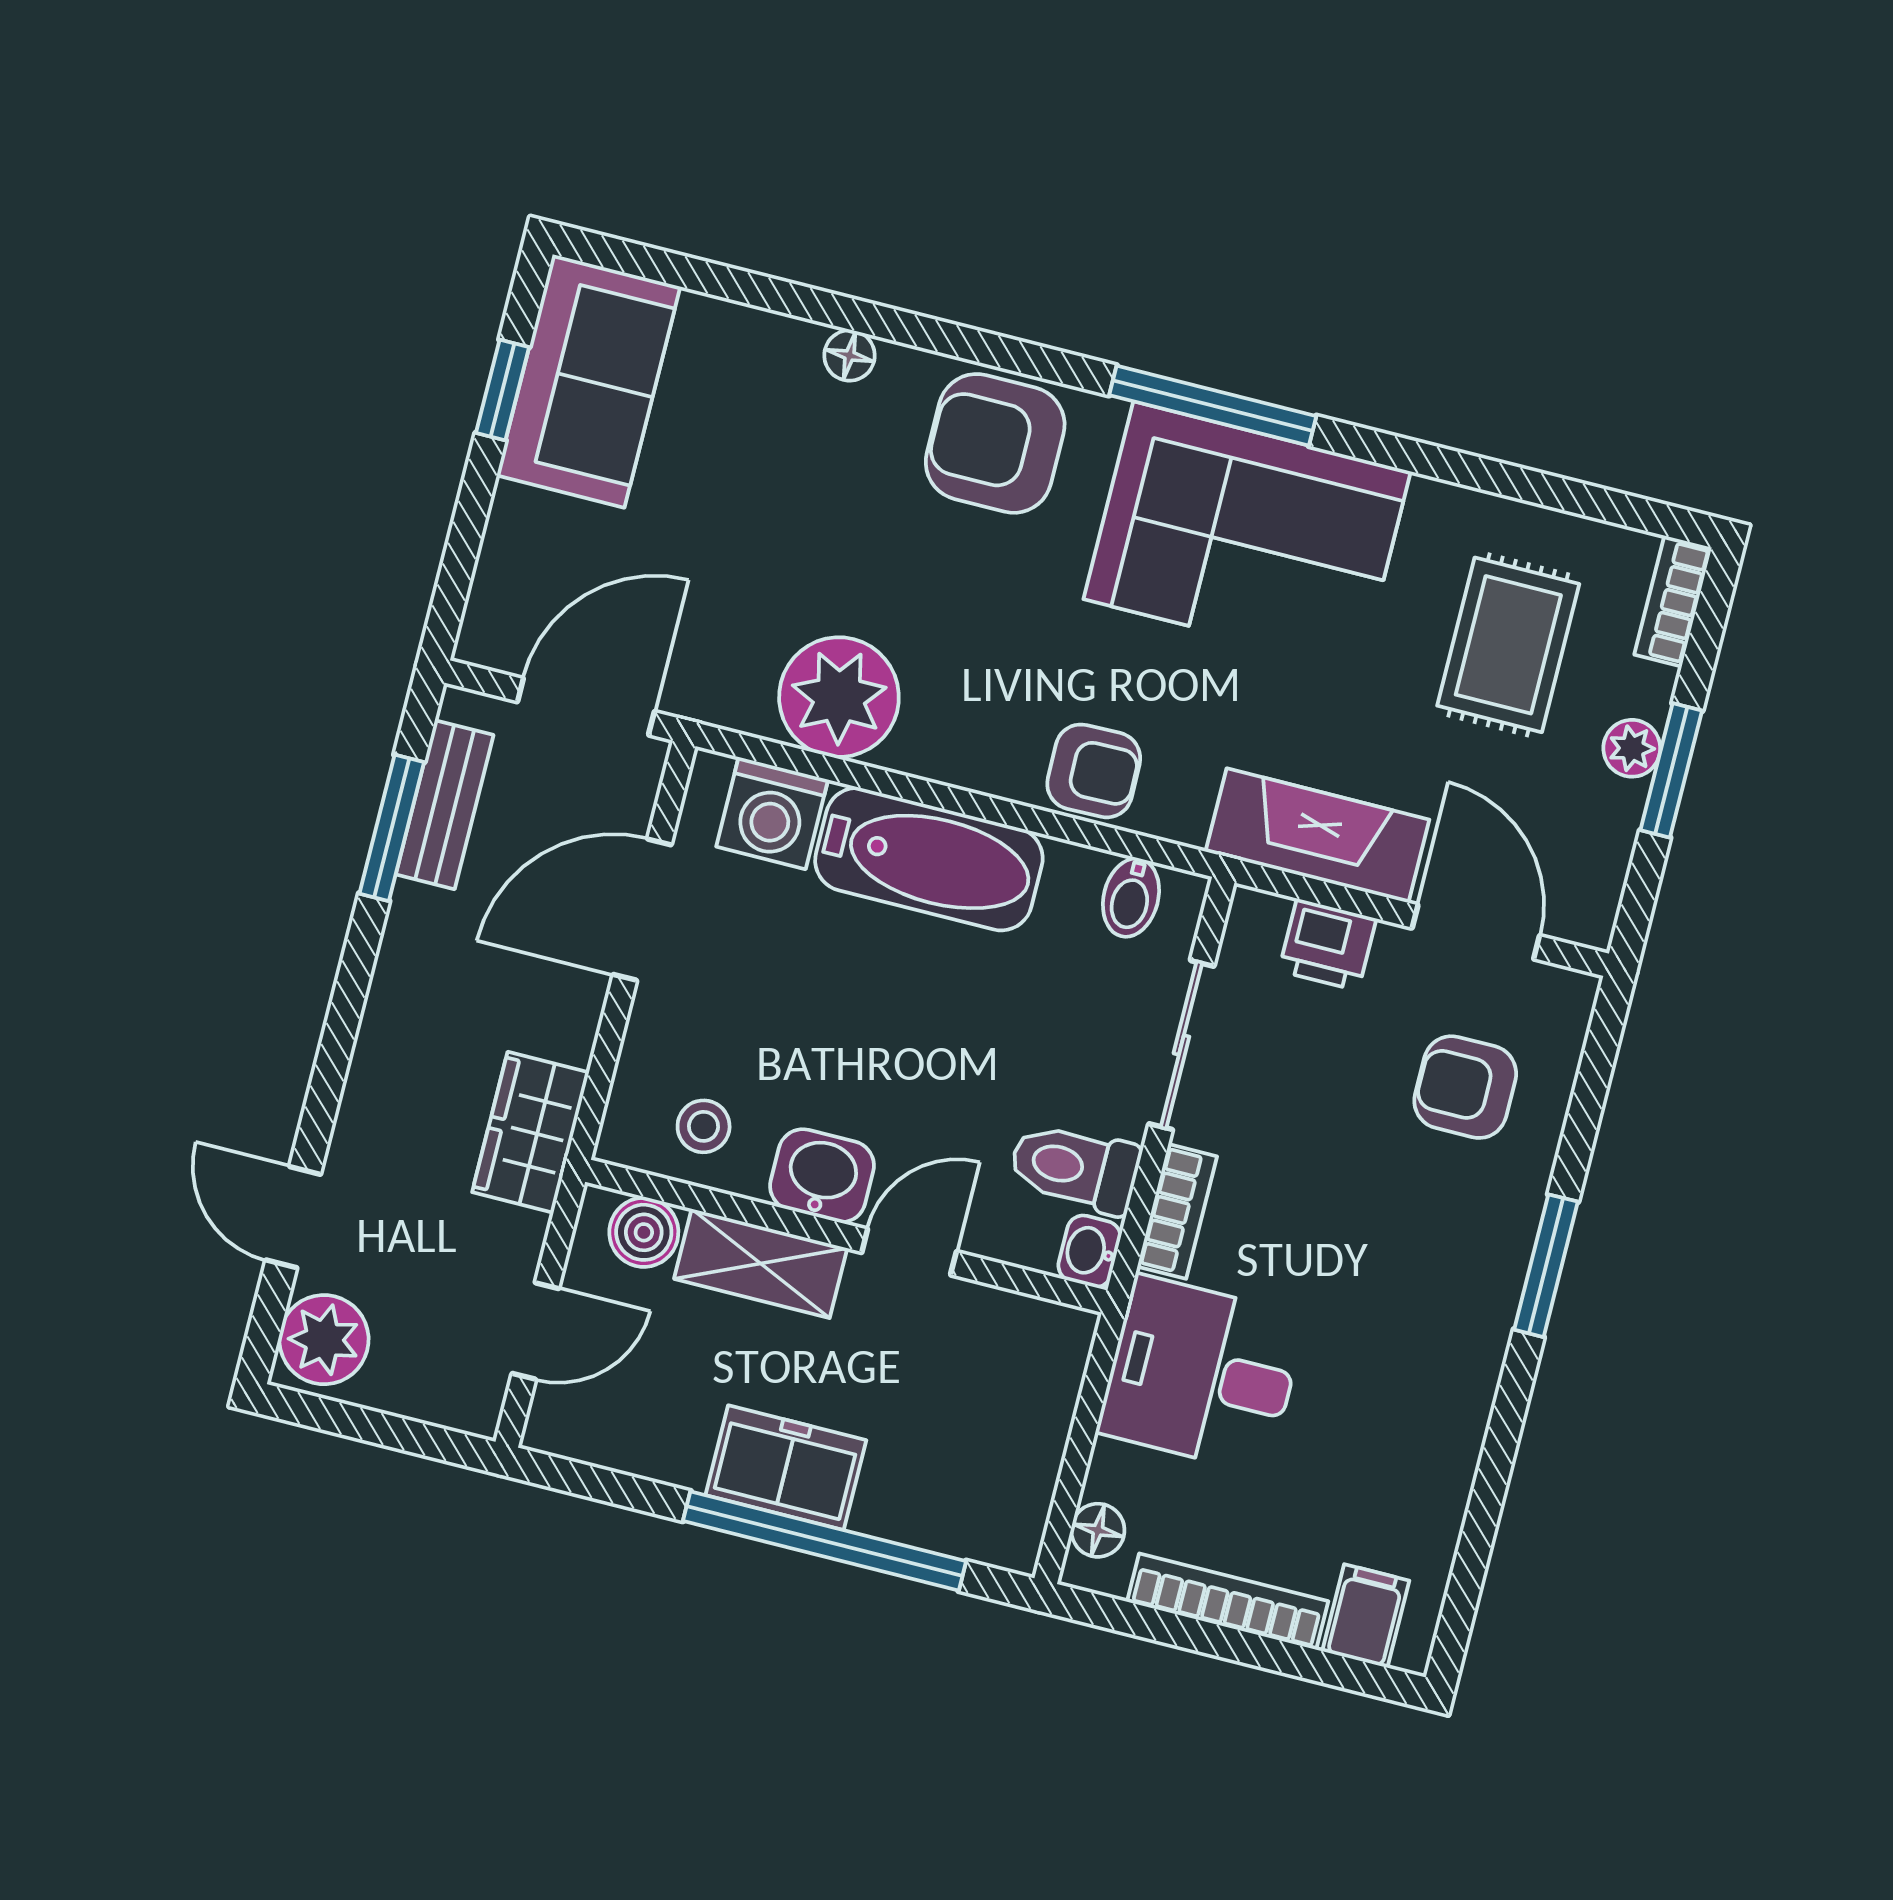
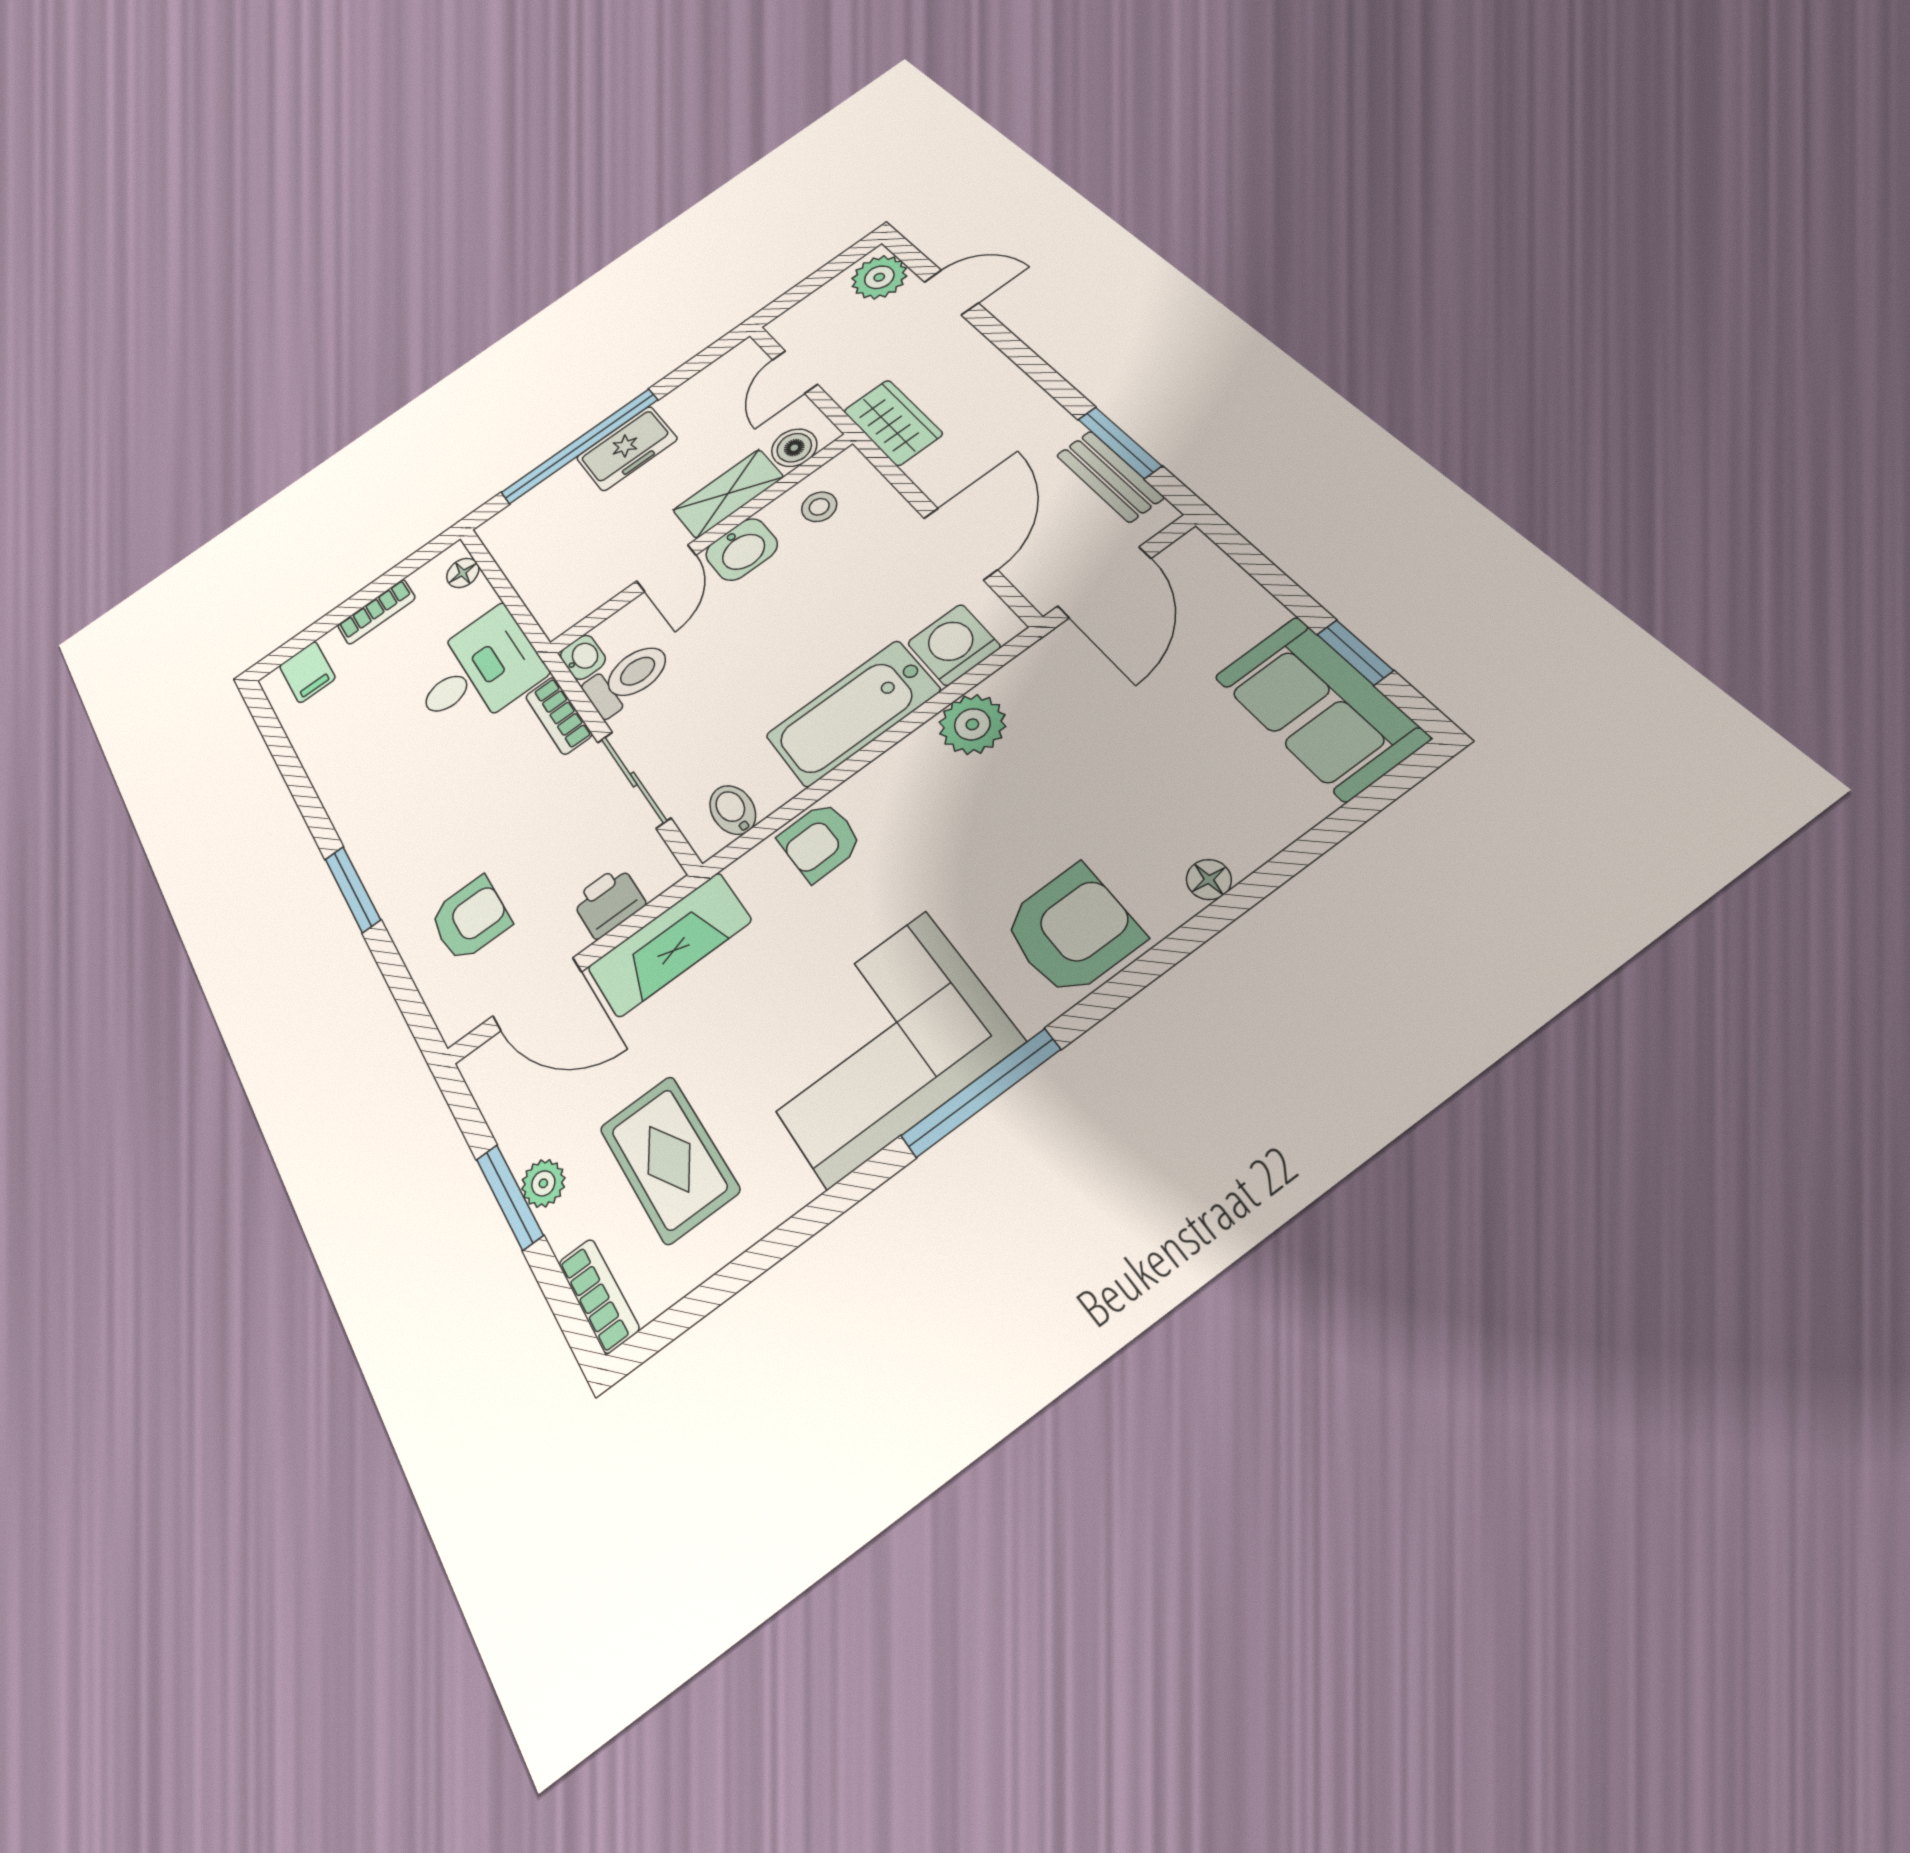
plant: (839, 697) -> (972, 724), width x0.73, depth x0.73
bookcase: (1228, 1601) -> (376, 612), width x0.64

